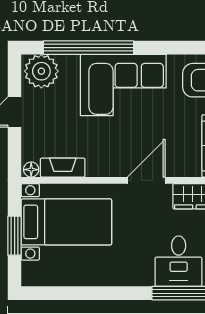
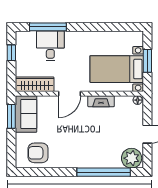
corner sofa: (123, 85) -> (83, 150), removed
fireplace: (63, 168) -> (101, 101), moved

